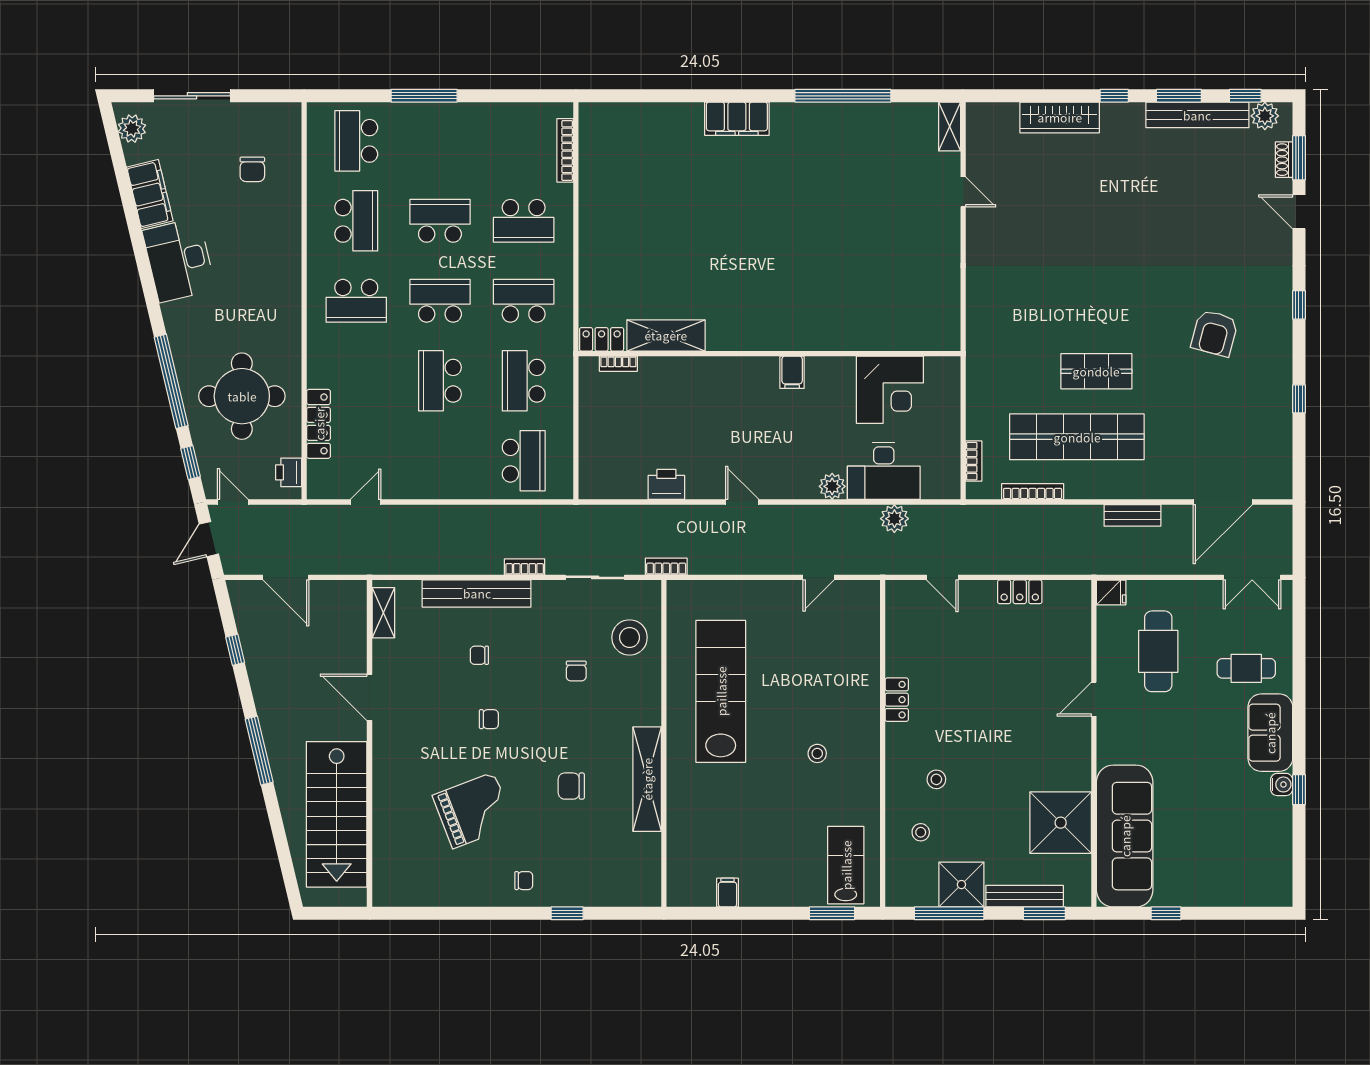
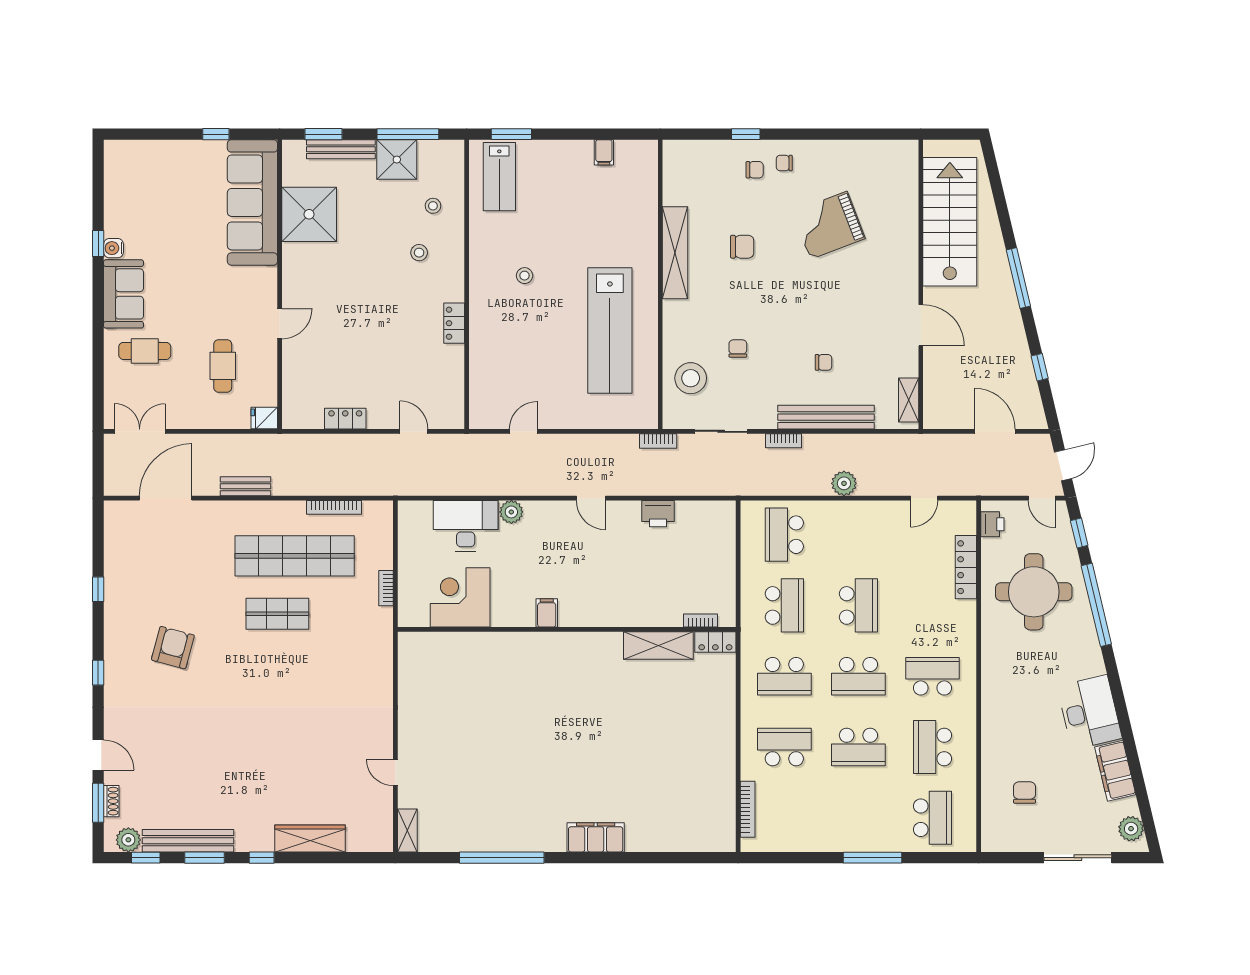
bookcase: (974, 461) -> (386, 588), moved
plant: (894, 519) -> (844, 483), moved
cafe table: (1158, 651) -> (223, 366), width x0.73, depth x0.74
chair: (489, 719) -> (755, 170), moved, turned 180

